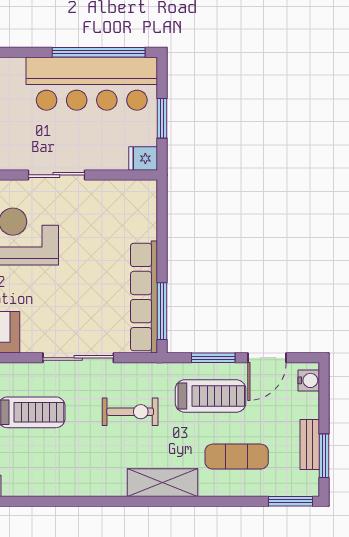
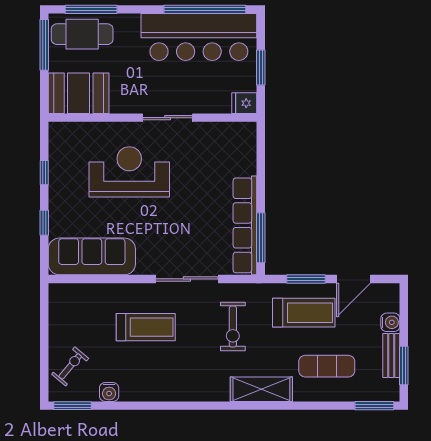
water cooler: (309, 380) -> (390, 322), moved
exercise bike: (130, 412) -> (233, 327), turned 90

